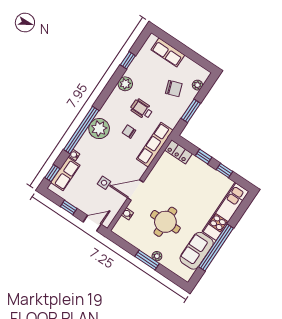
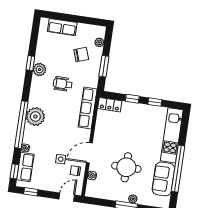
window: (128, 60) -> (30, 63), moved
chair: (129, 132) -> (75, 171), moved
window: (69, 207) -> (31, 192), moved

